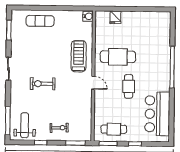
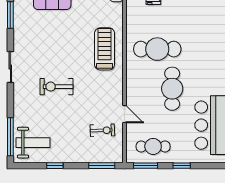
door: (93, 83) -> (125, 114), moved
cafe table: (129, 86) -> (172, 89), width x1.37, depth x1.35
weight bench: (25, 125) -> (33, 143), turned 90
exercise bike: (59, 128) -> (102, 130), moved

